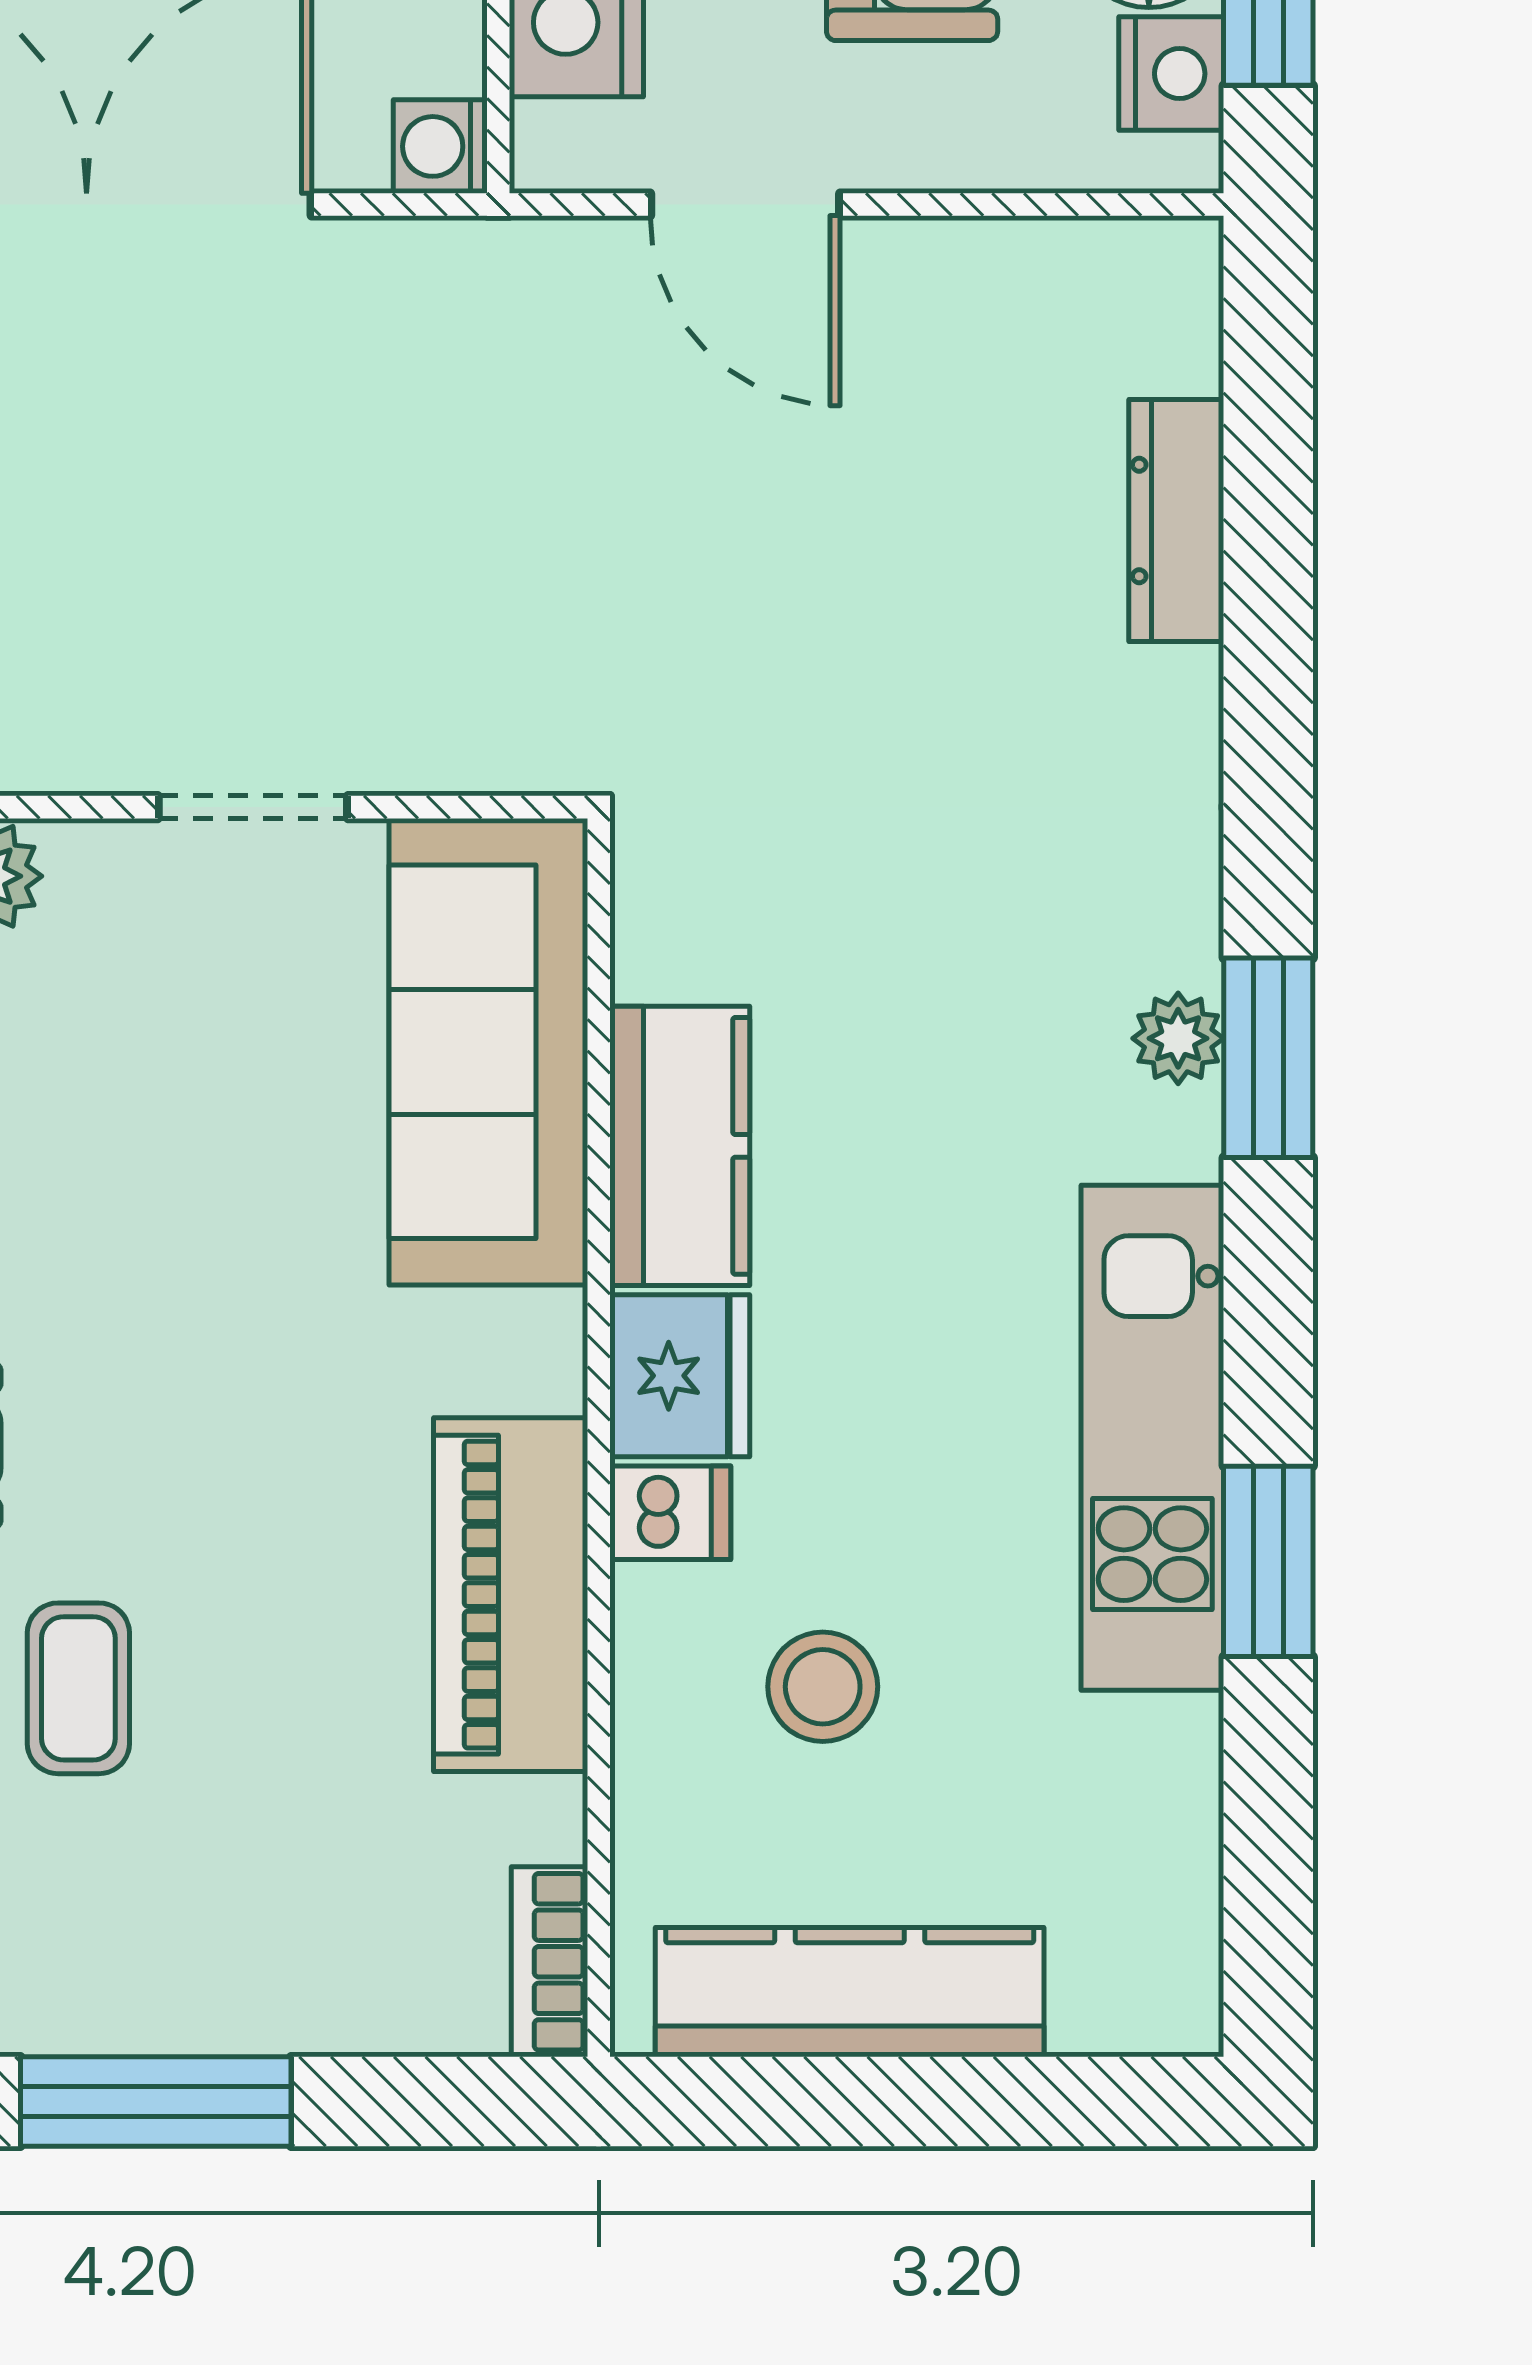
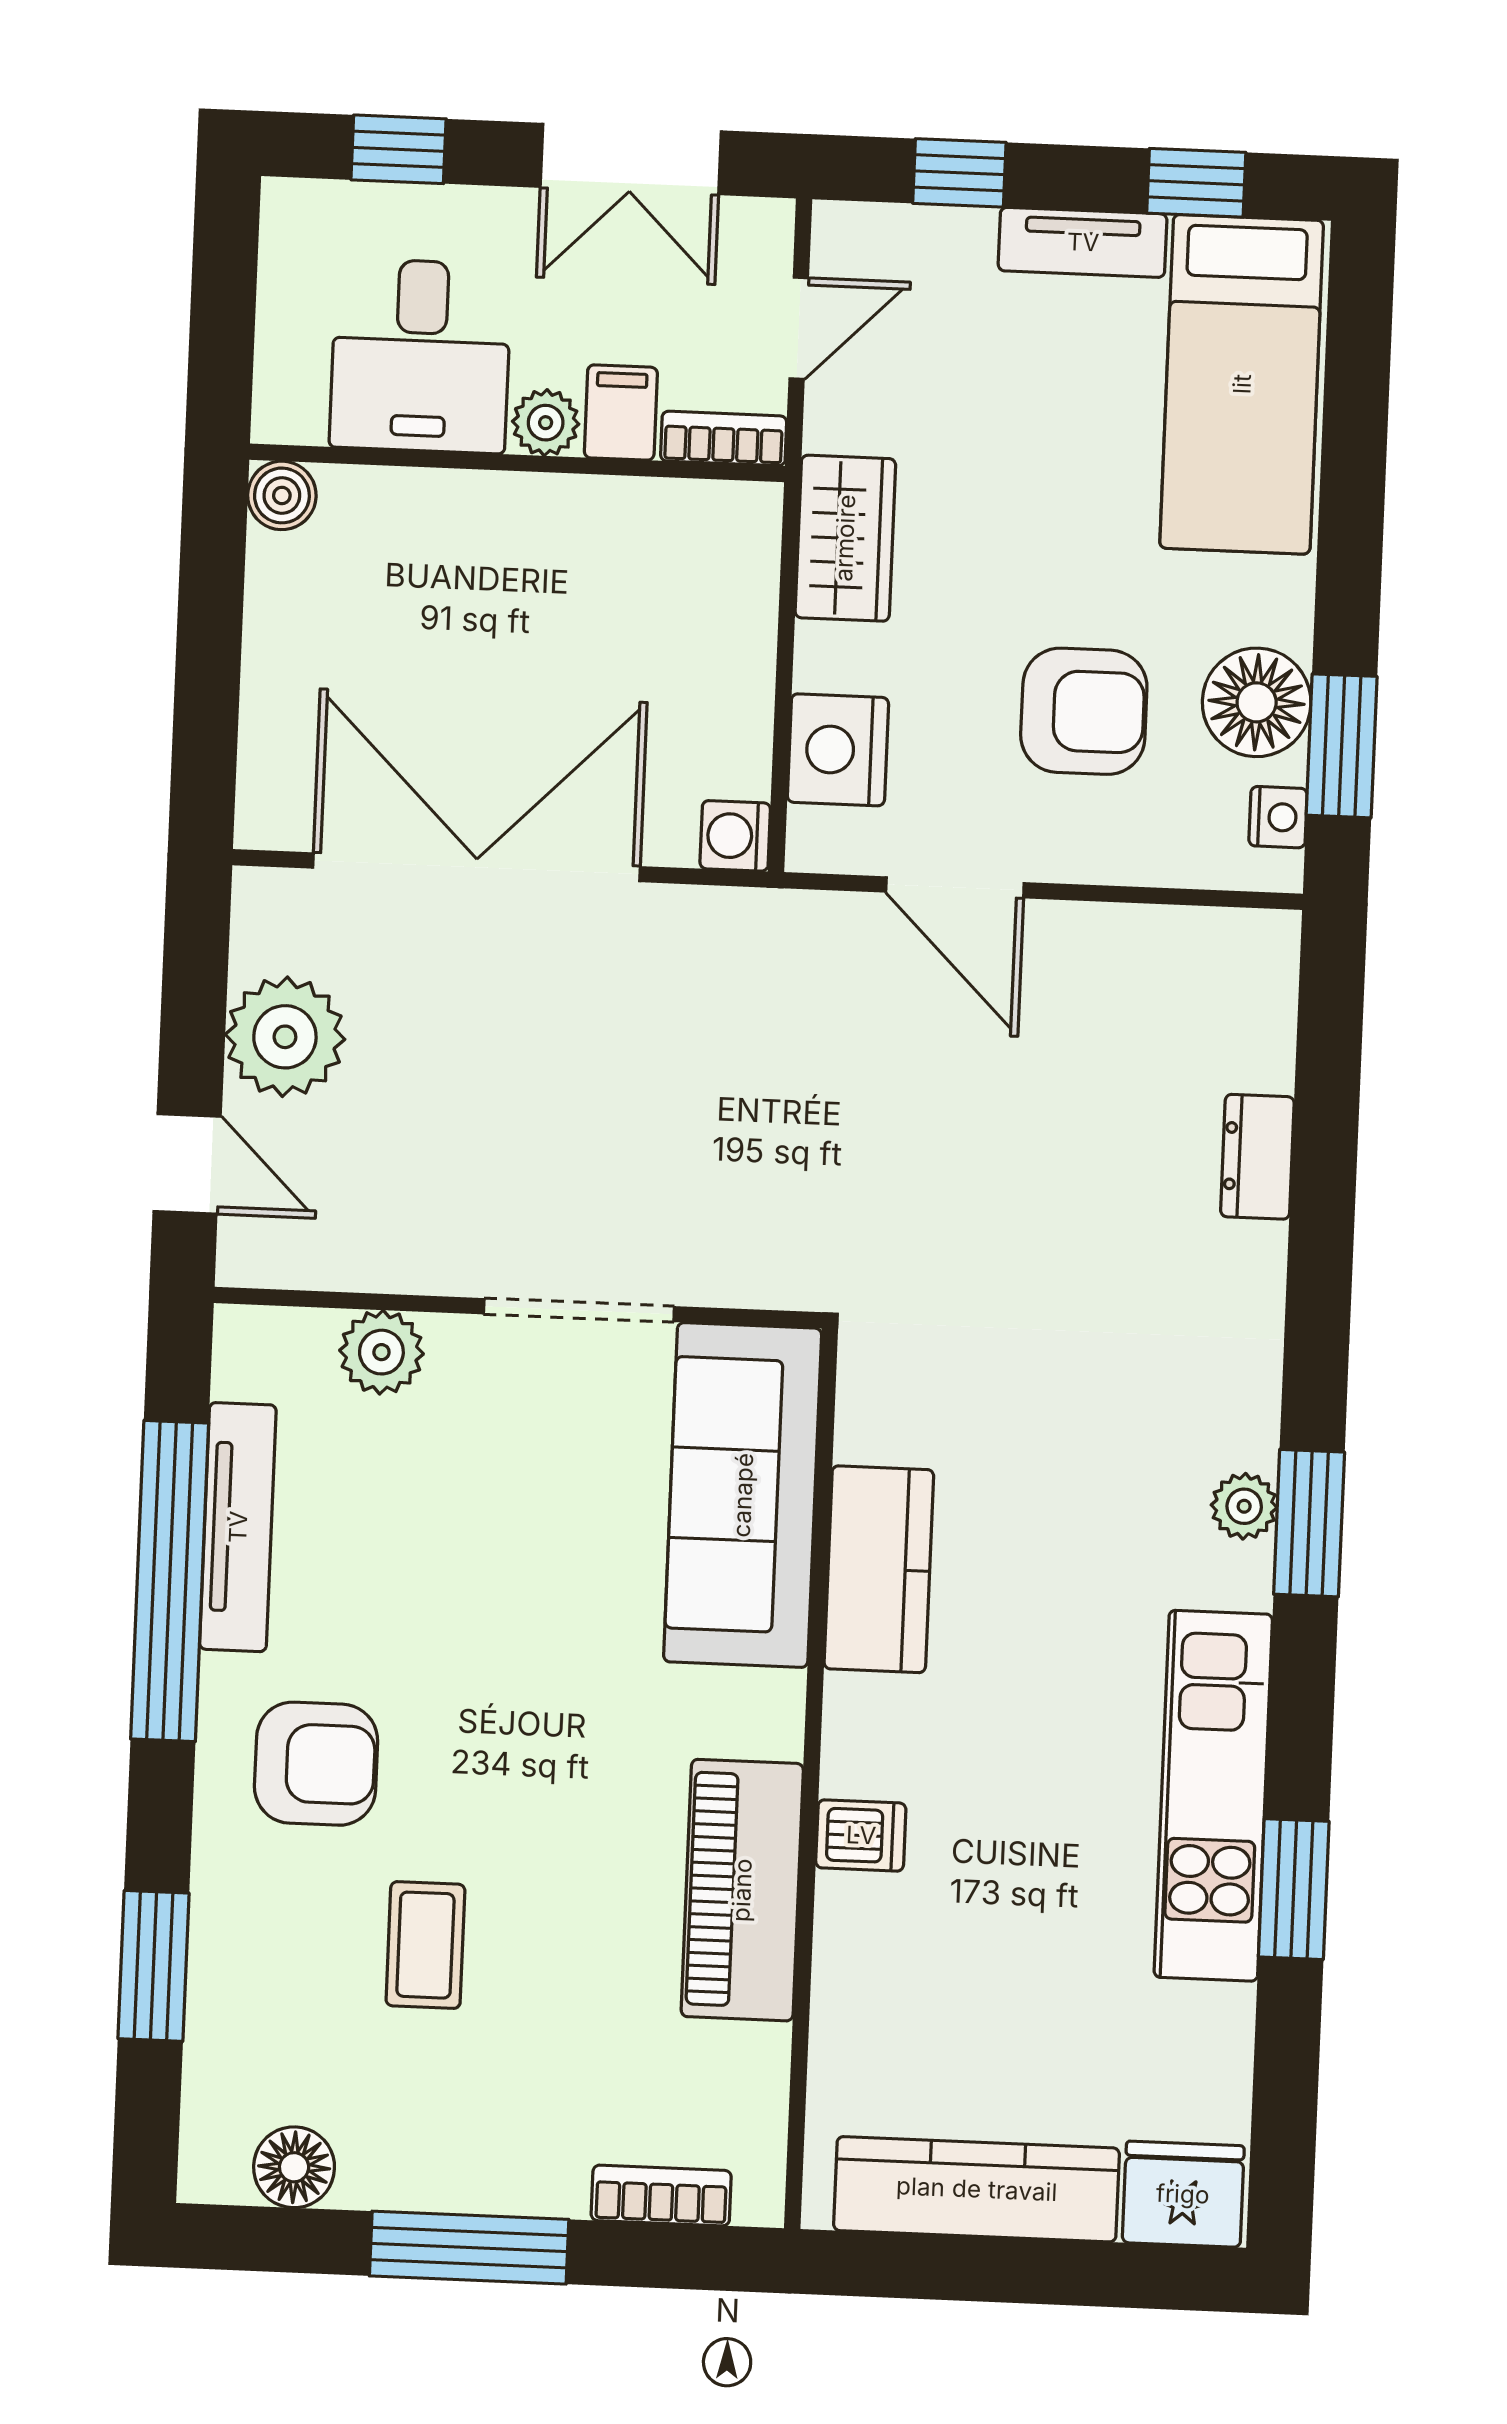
nightstand: (1171, 74) -> (1278, 817), width x0.72, depth x0.74
dresser: (1176, 520) -> (1257, 1157), width x0.70
doorway: (253, 807) -> (579, 1310), width x1.38
fridge: (680, 1376) -> (1183, 2194), moved, turned -90
stool: (823, 1687) -> (966, 1967), removed
bookcase: (549, 1962) -> (661, 2195), moved, turned 90

